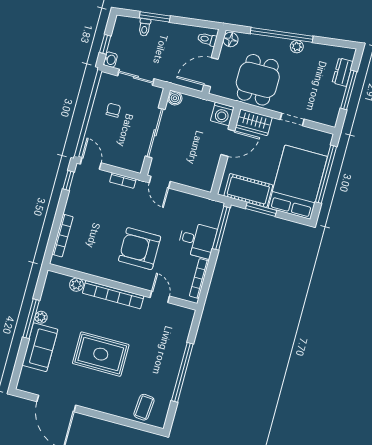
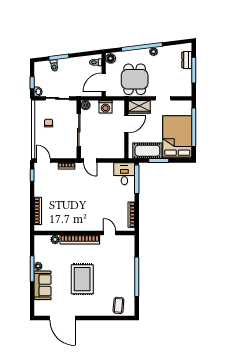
washing machine: (222, 114) -> (105, 107), moved
desk: (197, 240) -> (124, 174), moved, turned -90
armchair: (140, 249) -> (89, 206), removed
rug: (101, 354) -> (82, 279), turned 90

